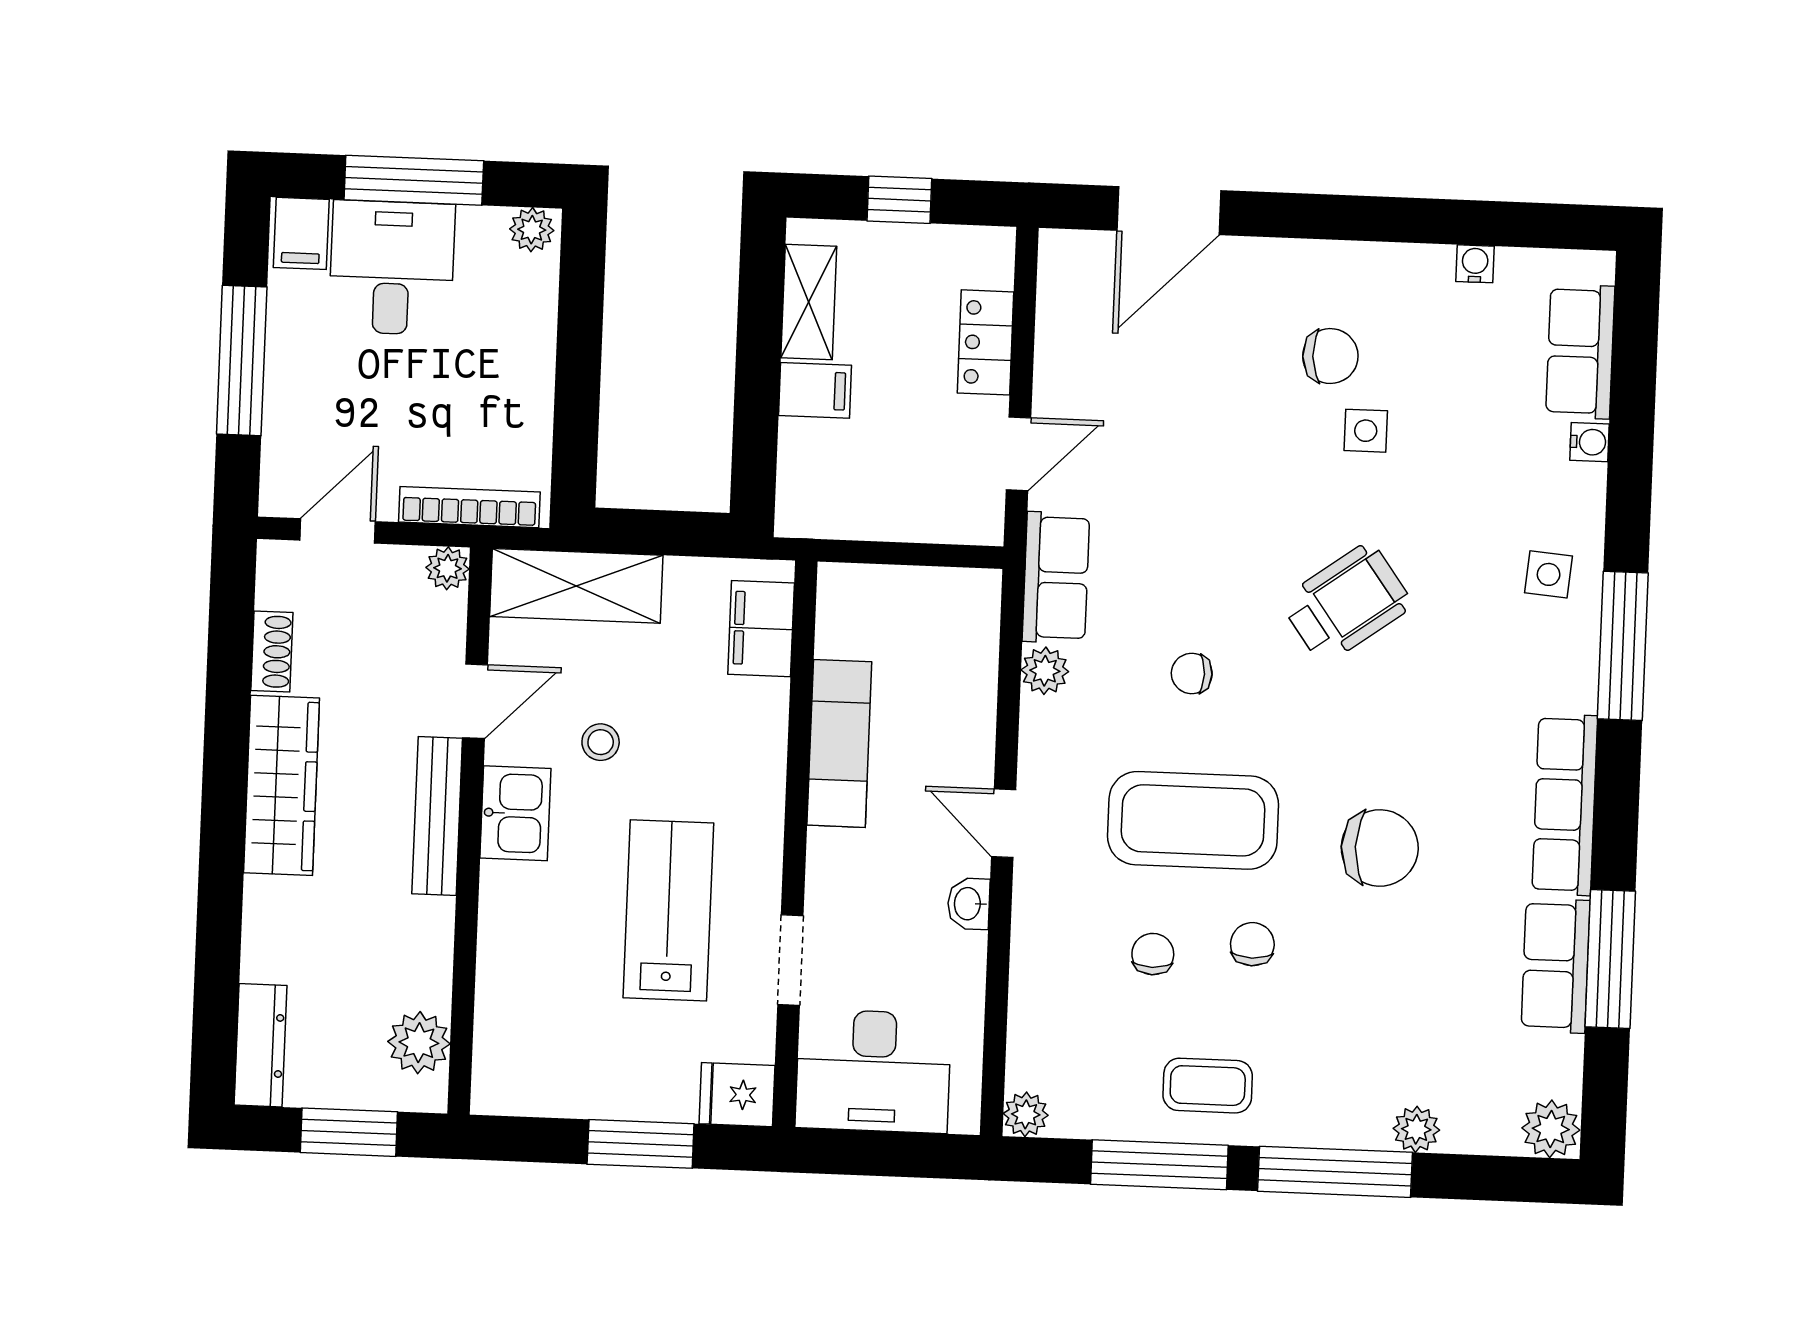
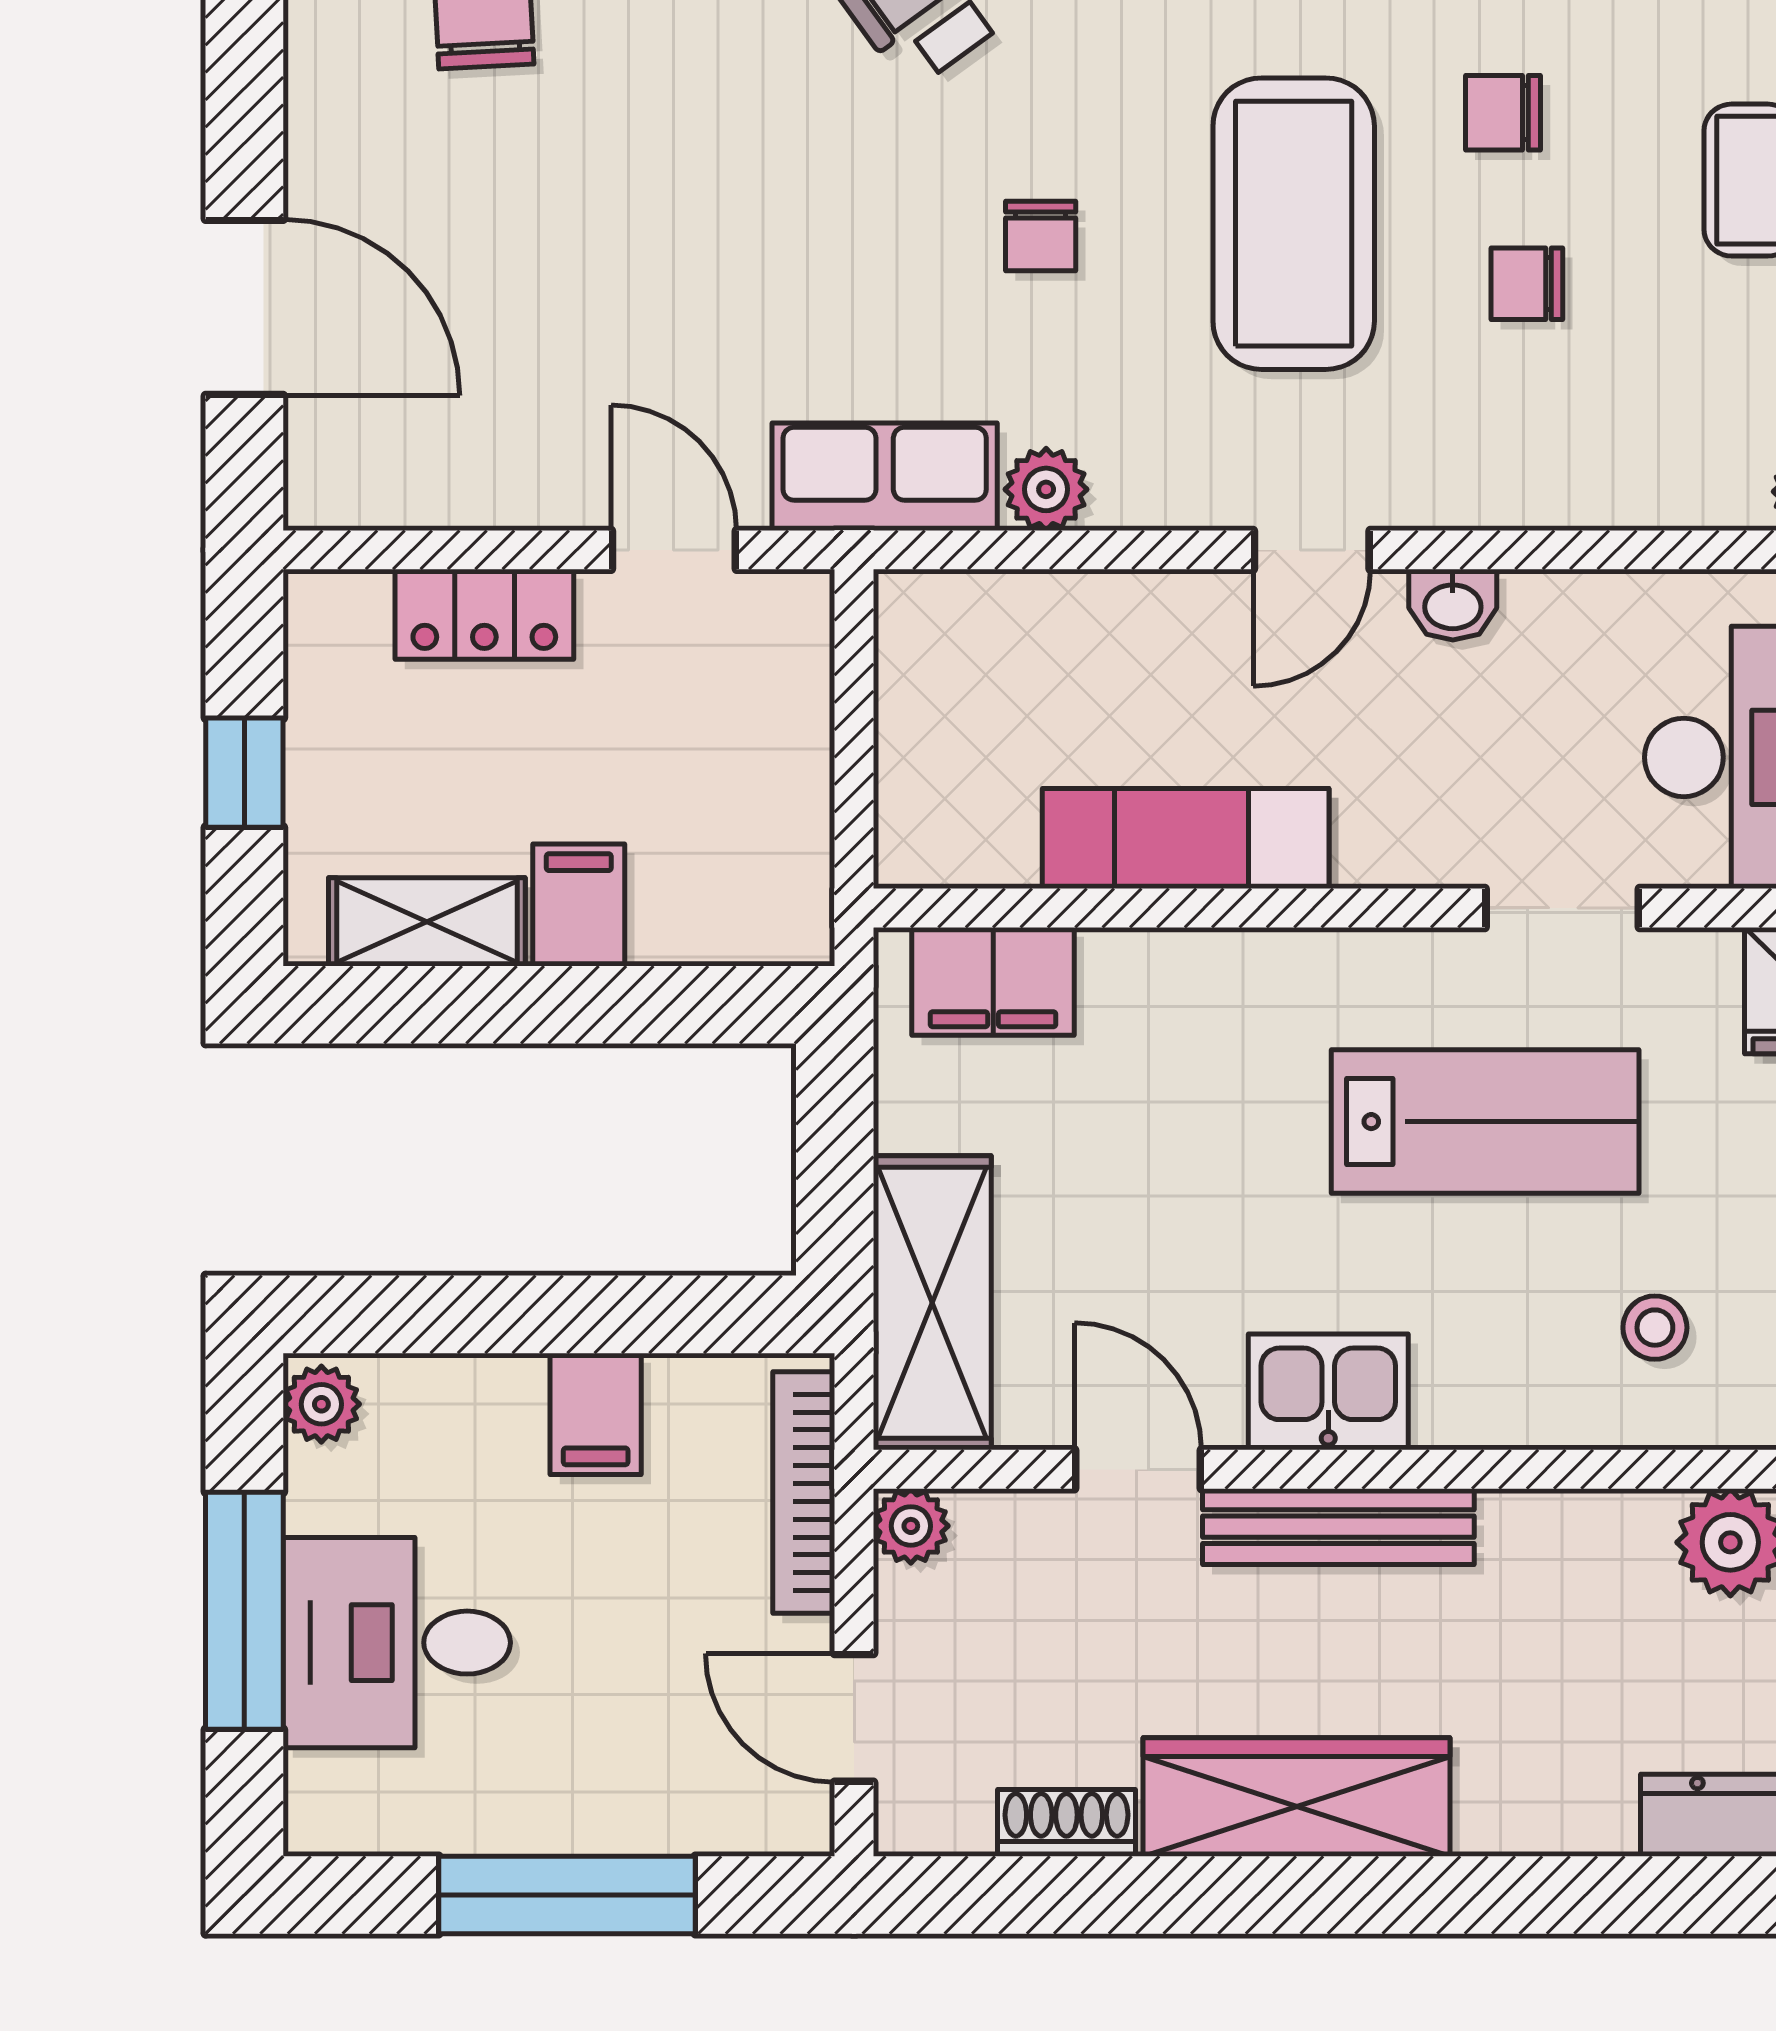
filing cabinet: (301, 233) -> (596, 1414), moved, turned 90
stool: (601, 742) -> (1655, 1328), moved
lab bench: (668, 910) -> (1485, 1122), turned 180

